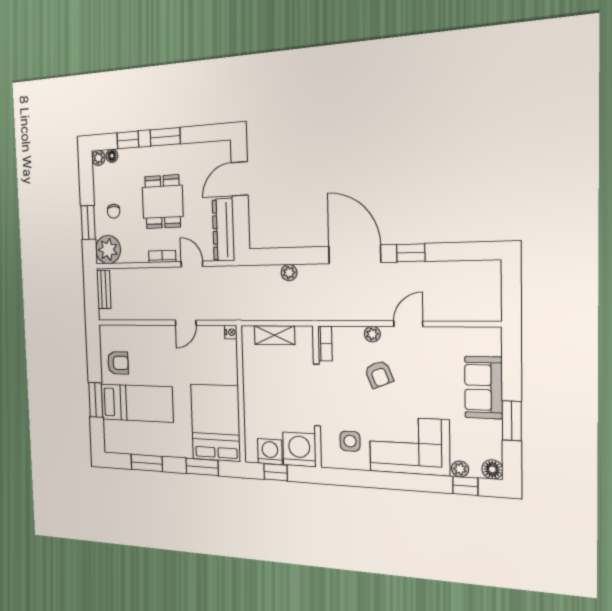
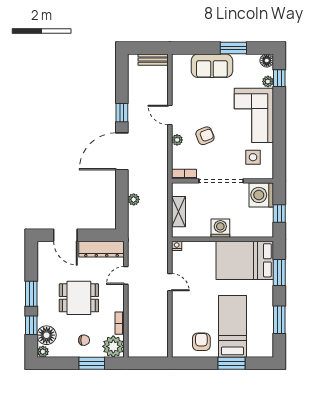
floor lamp: (112, 156) -> (47, 335), width x1.89, depth x1.89
bookcase: (162, 256) -> (120, 323), moved
bench: (104, 290) -> (153, 60), moved
washing machine: (270, 452) -> (220, 228), moved, turned 90

